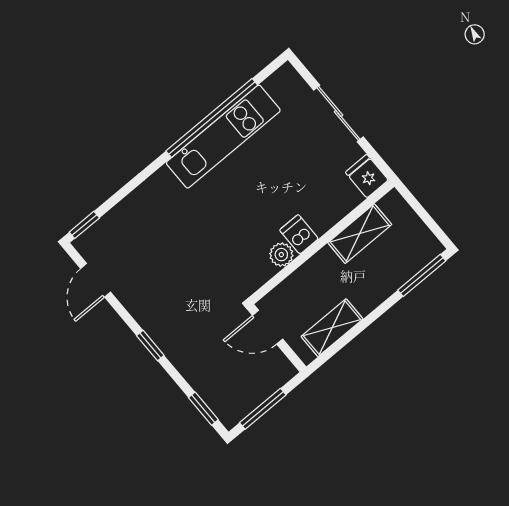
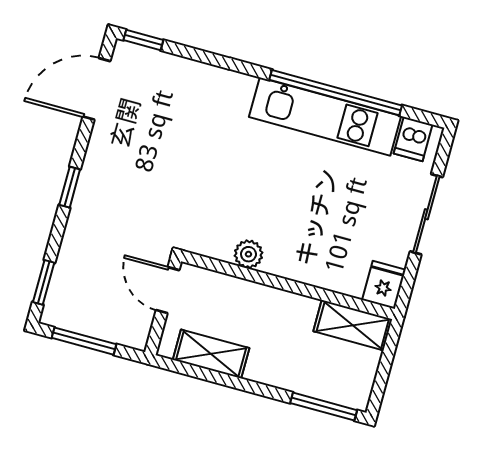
dishwasher: (299, 234) -> (413, 139), moved, turned 180
shelving: (360, 234) -> (353, 325), moved
door: (96, 280) -> (97, 89), width x1.38

